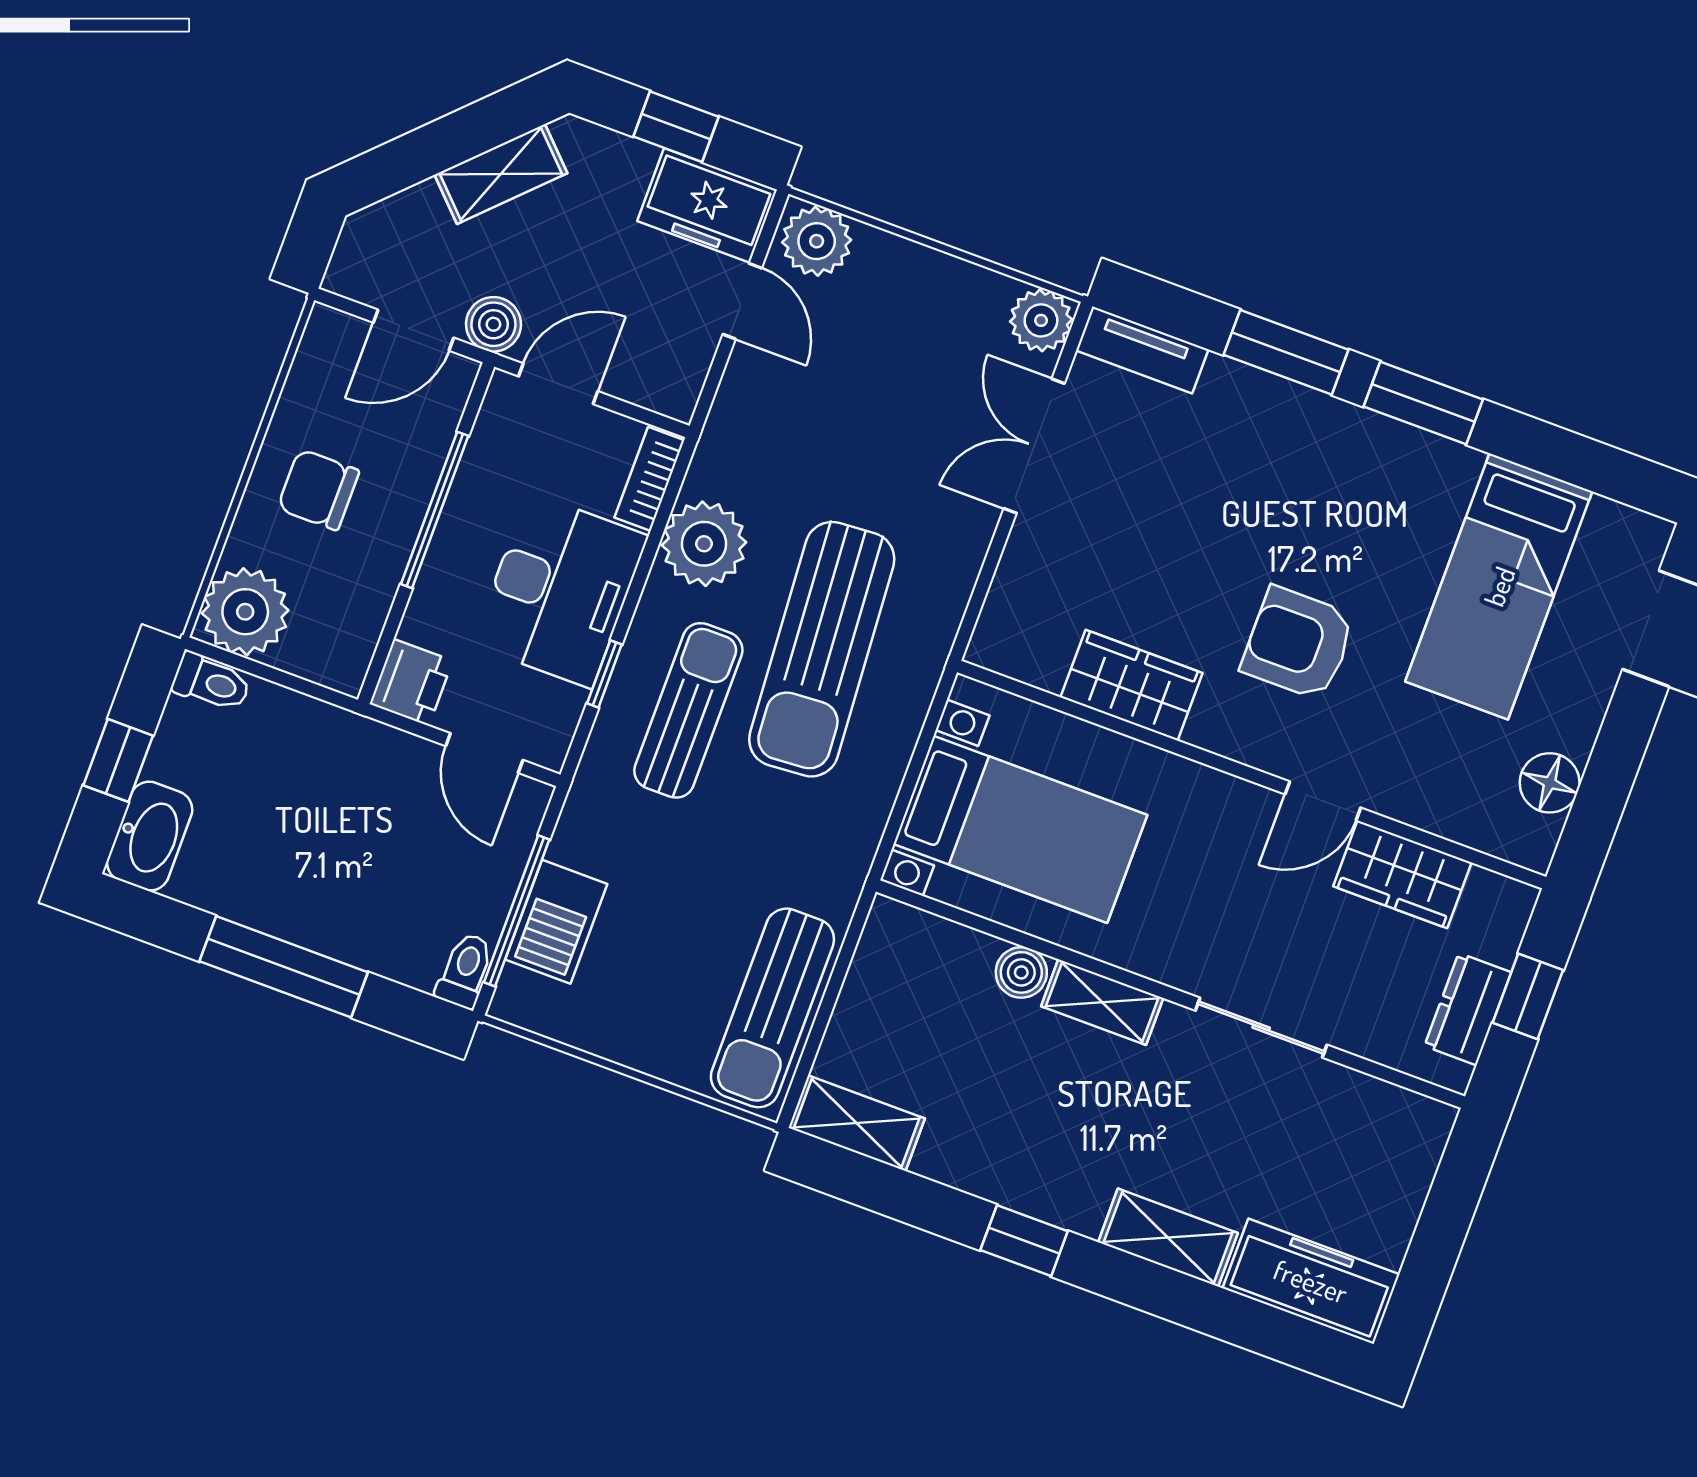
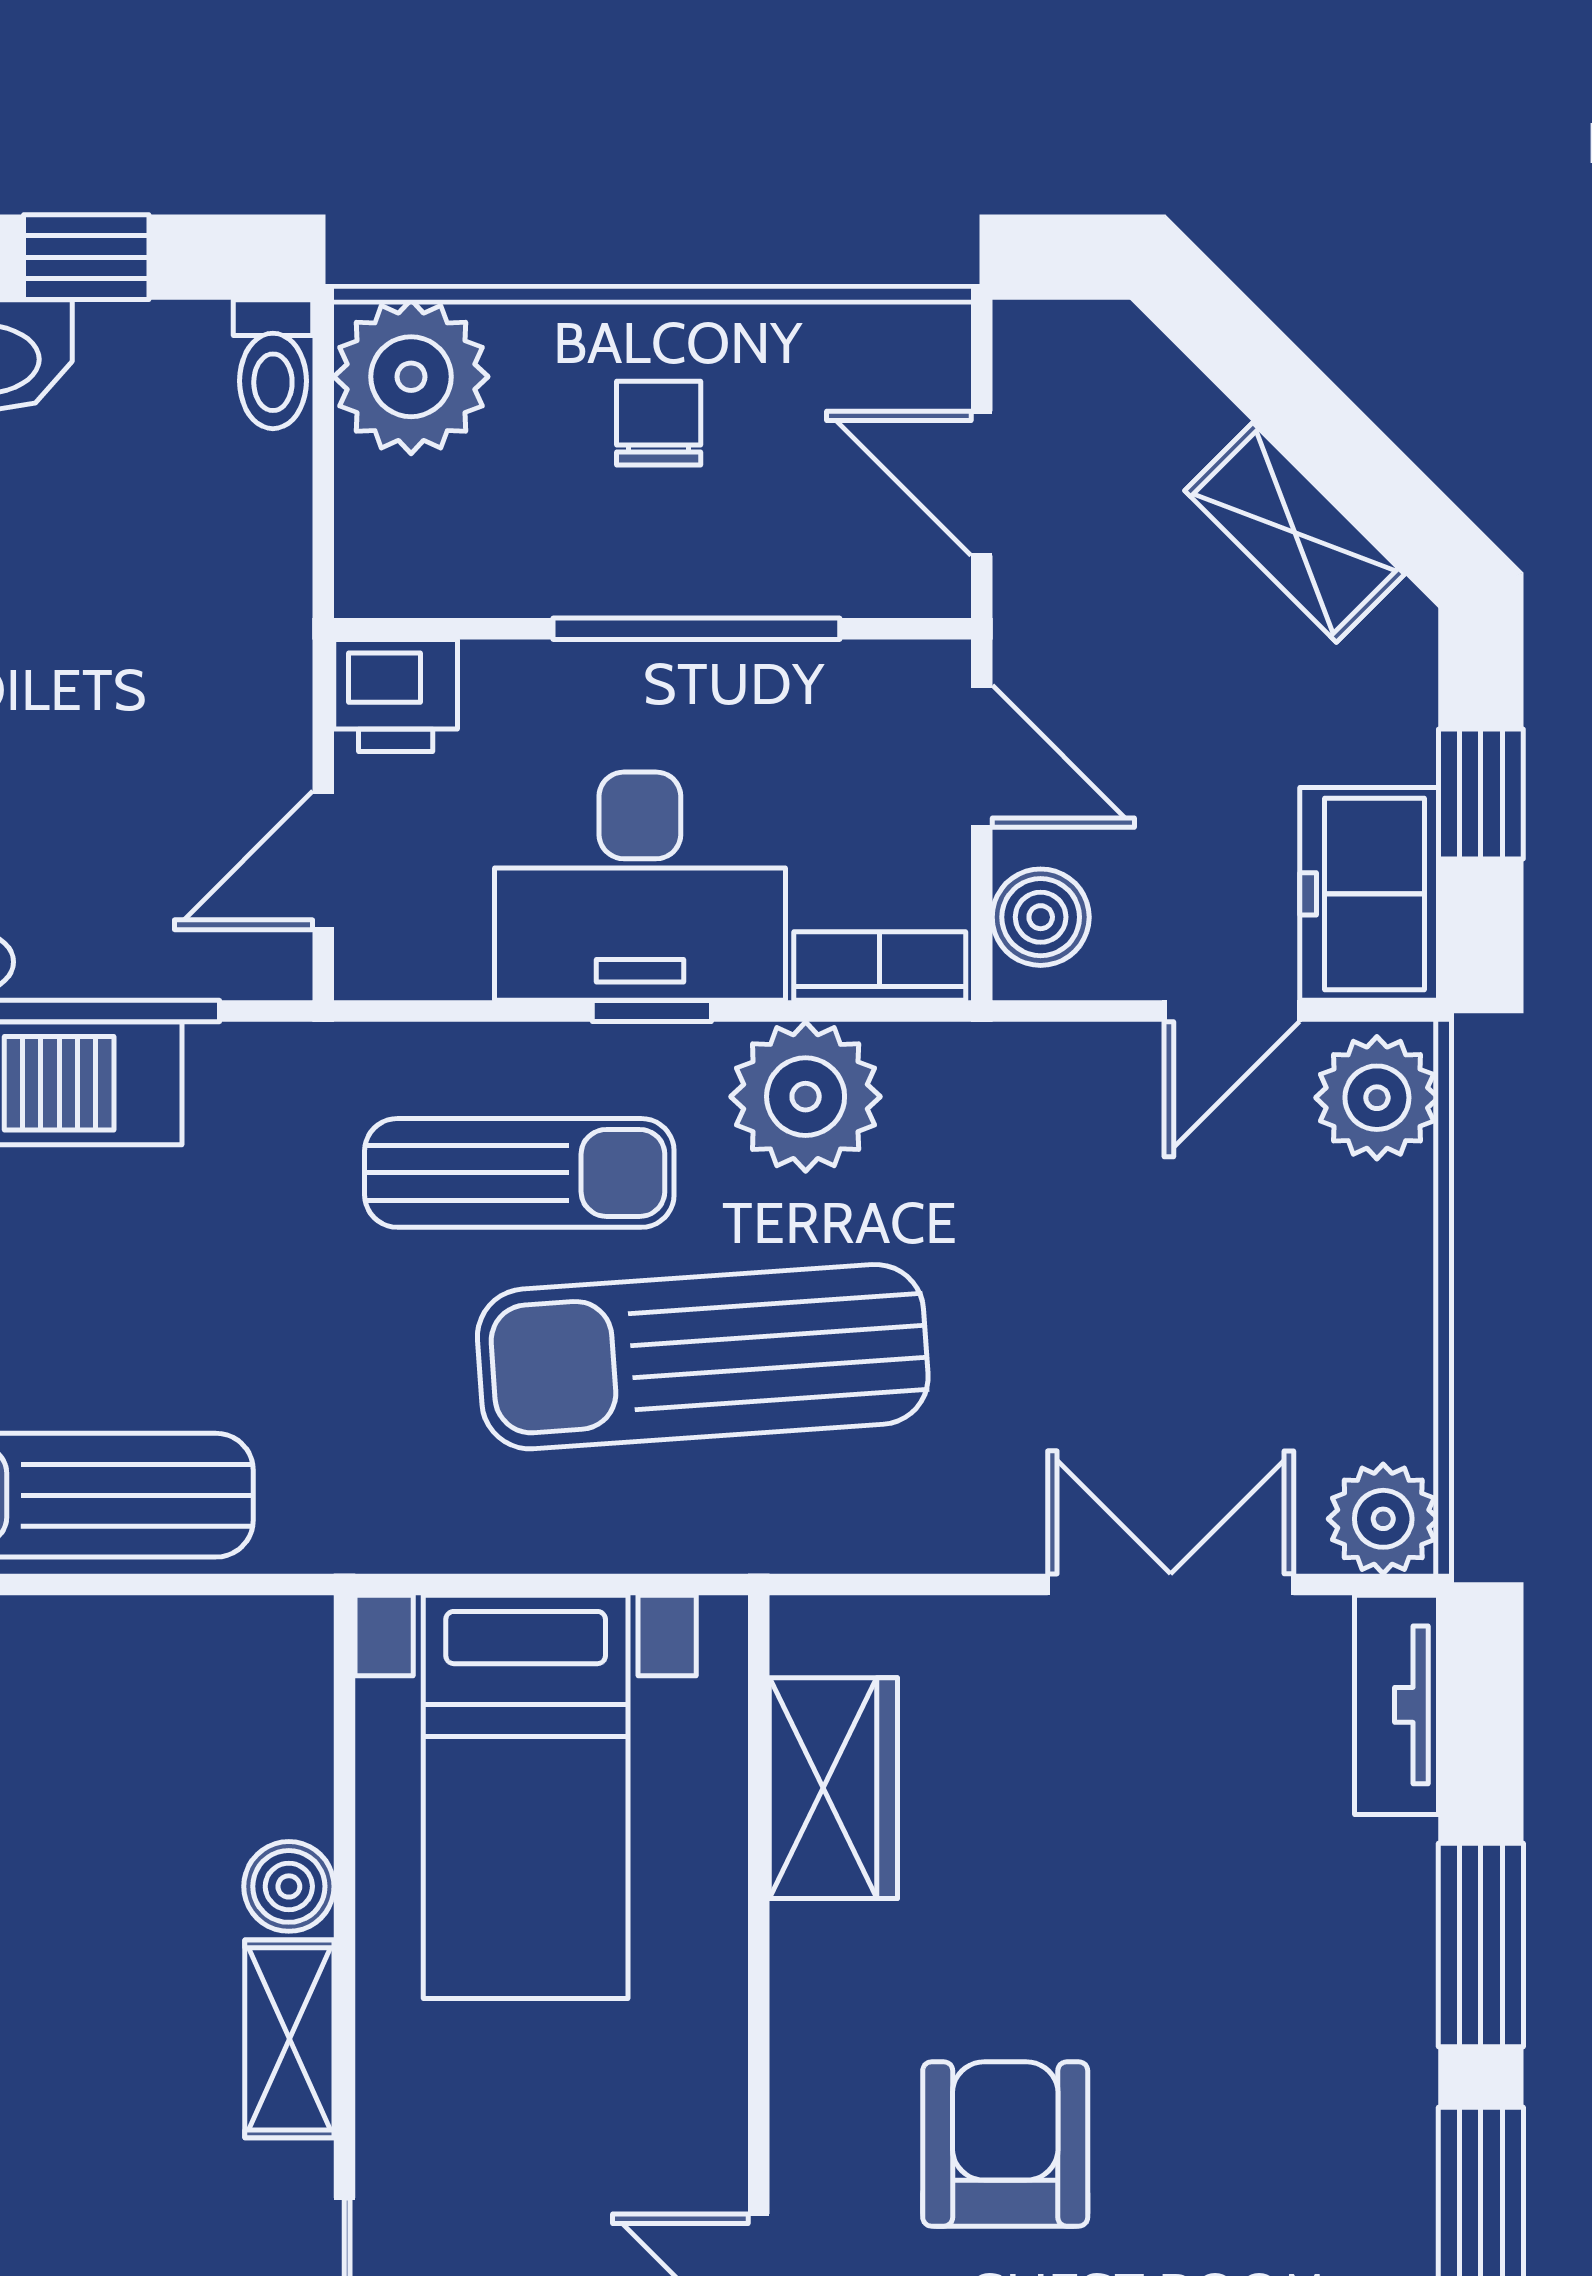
boiler: (493, 324) -> (1041, 917), moved
chair: (318, 490) -> (659, 423), width x0.73, depth x0.73
window: (604, 674) -> (652, 1011), moved
wardrobe: (1132, 685) -> (833, 1788), moved

